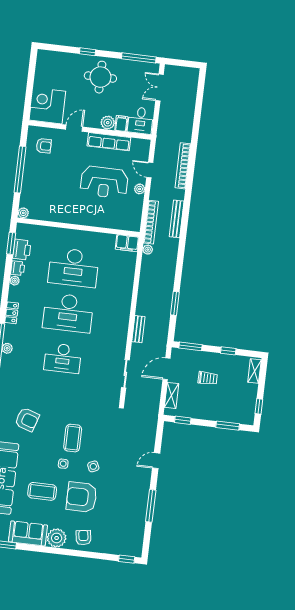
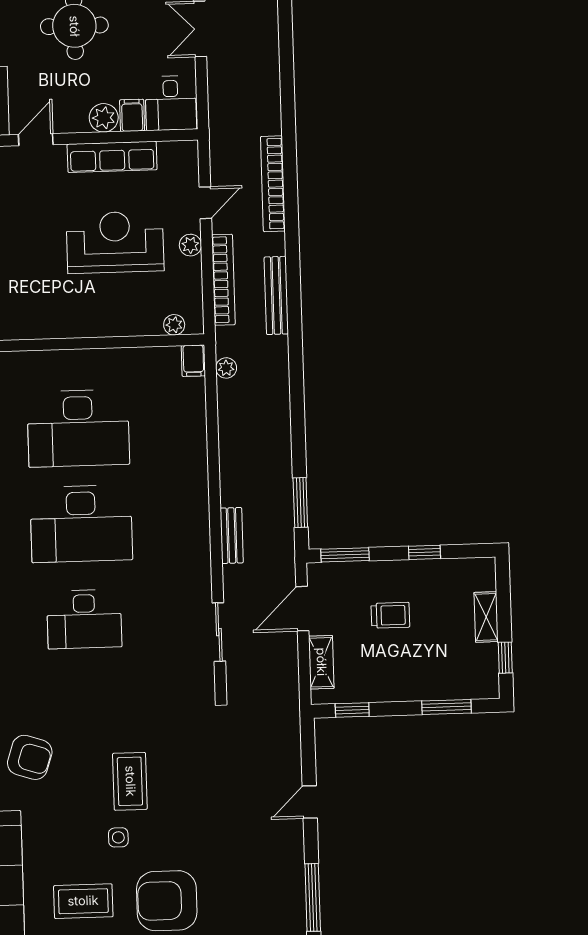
door: (150, 170) -> (205, 203), swing flipped
reception desk: (104, 182) -> (115, 242), turned 180
bookcase: (151, 222) -> (223, 280), moved
plant: (126, 225) -> (174, 325), added
filing cabinet: (127, 243) -> (193, 361), width x0.50
window: (175, 303) -> (300, 503), moved
shelving: (254, 371) -> (486, 617), moved
side table: (93, 466) -> (181, 834), removed

